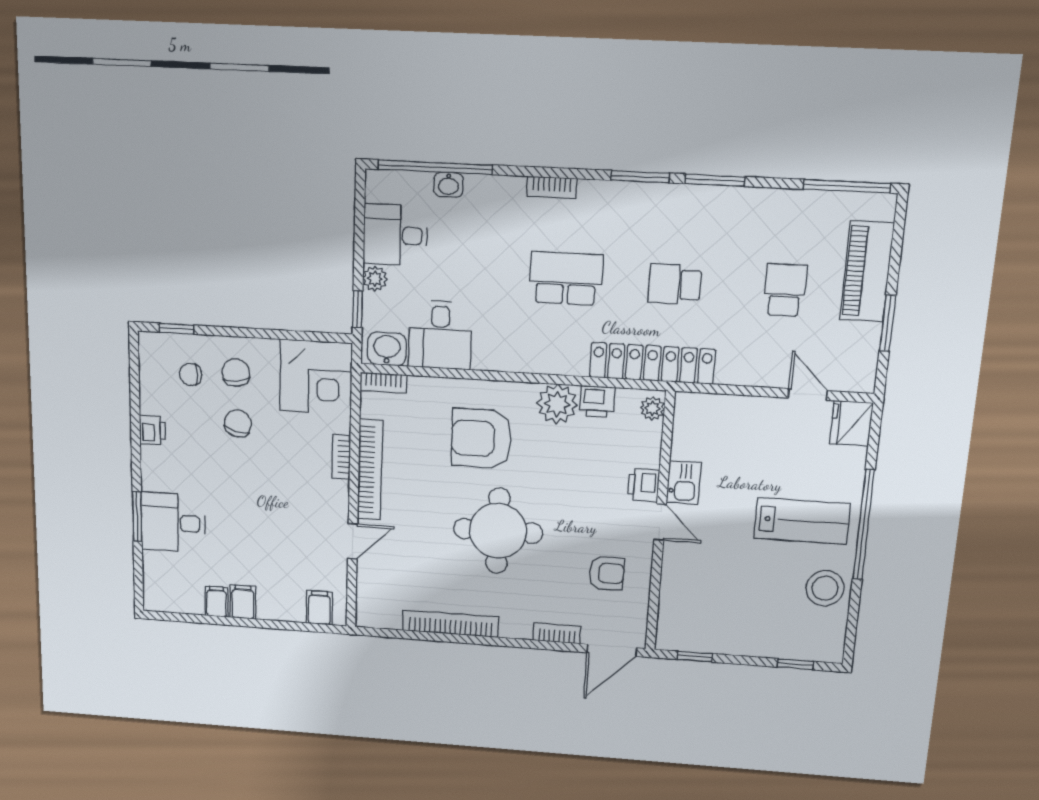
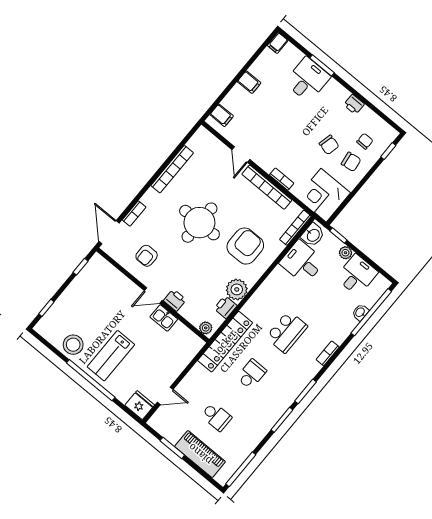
bookcase: (383, 383) -> (295, 228), width x1.56
filing cabinet: (217, 602) -> (278, 43), moved, turned 90

